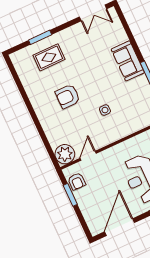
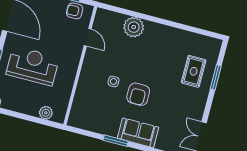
armchair: (68, 96) -> (138, 94), moved, turned 180
plant: (65, 154) -> (134, 27), moved

